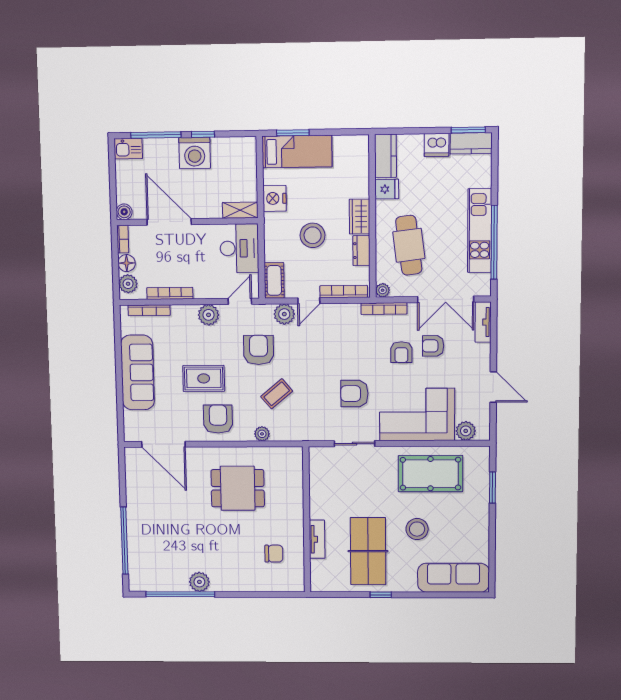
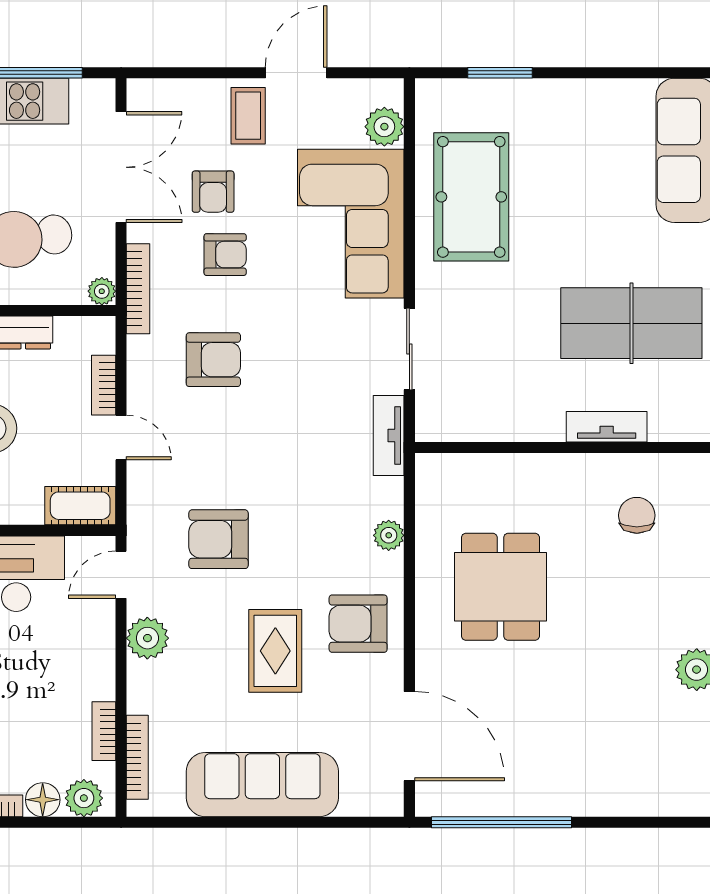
bookcase: (344, 292) -> (104, 385), width x0.64
bookcase: (170, 293) -> (104, 731), width x0.64
door: (240, 301) -> (121, 575), hinge flipped
plant: (284, 314) -> (147, 487), removed
tv unit: (483, 322) -> (389, 436), moved, turned 90
coffee table: (277, 394) -> (248, 116), moved, turned 40
armchair: (354, 394) -> (213, 360), moved, turned -90
door: (163, 444) -> (409, 736), hinge flipped
stool: (417, 529) -> (585, 224), removed
window: (124, 541) -> (502, 822), moved

